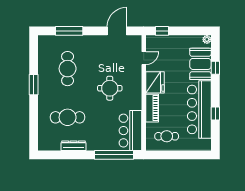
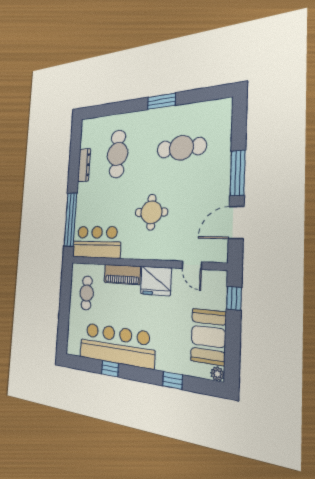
window: (69, 31) -> (238, 173), moved
door: (117, 31) -> (236, 223), swing flipped
booth: (200, 64) -> (208, 337), moved, turned 90

